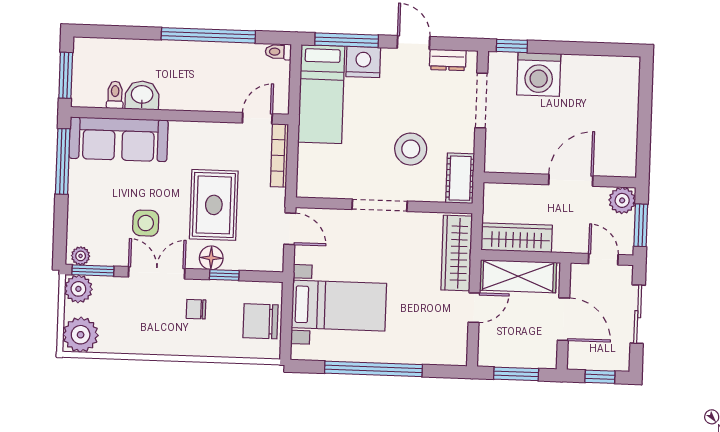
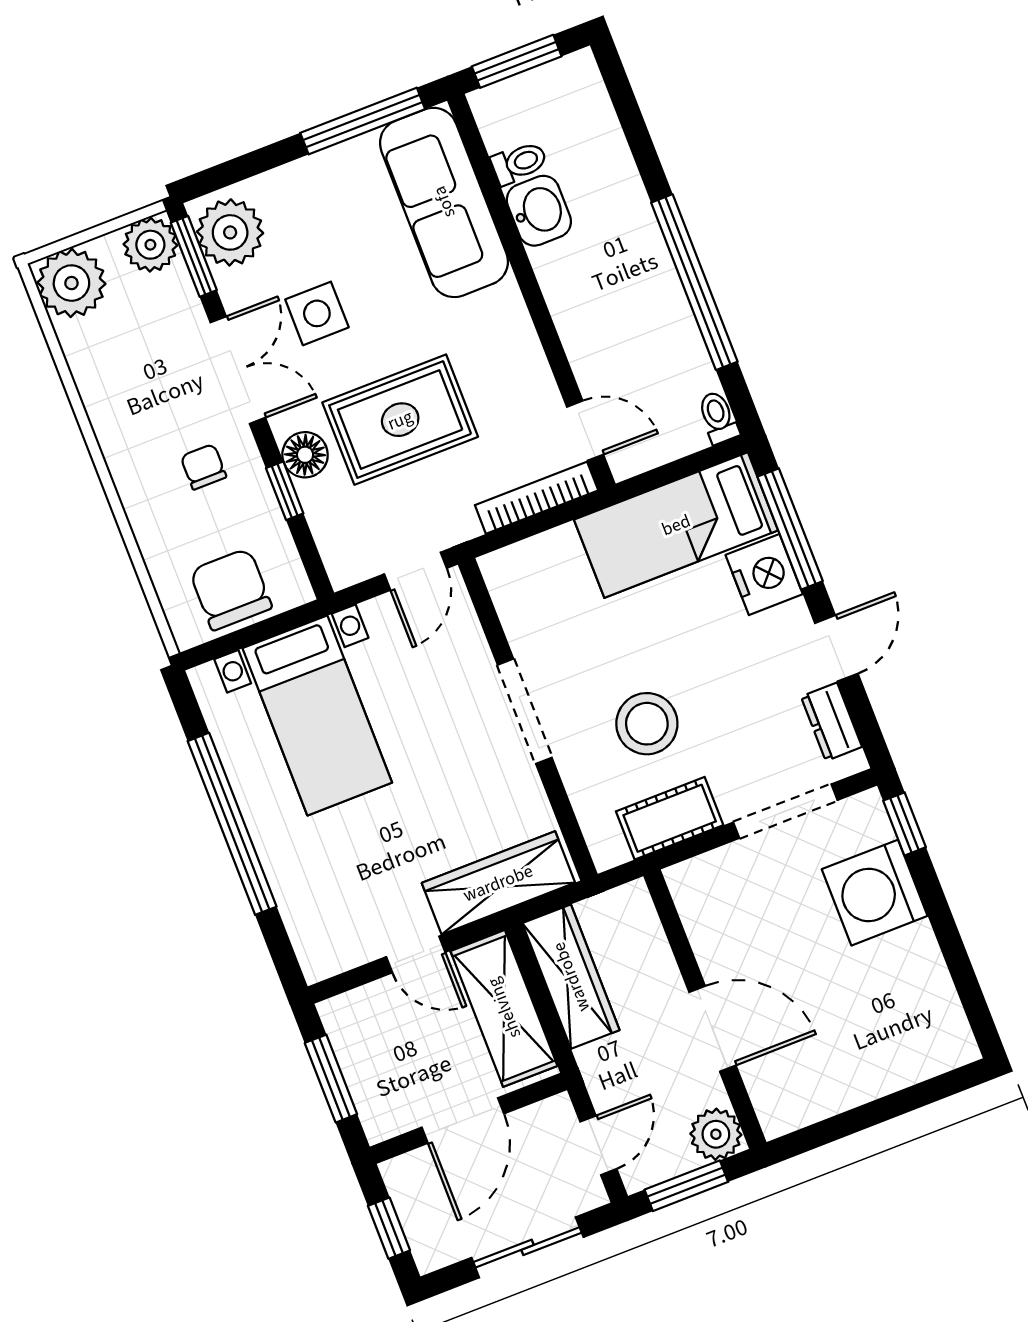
cot: (460, 178) -> (670, 818), moved
plant: (81, 256) -> (230, 232), width x1.87, depth x1.87

